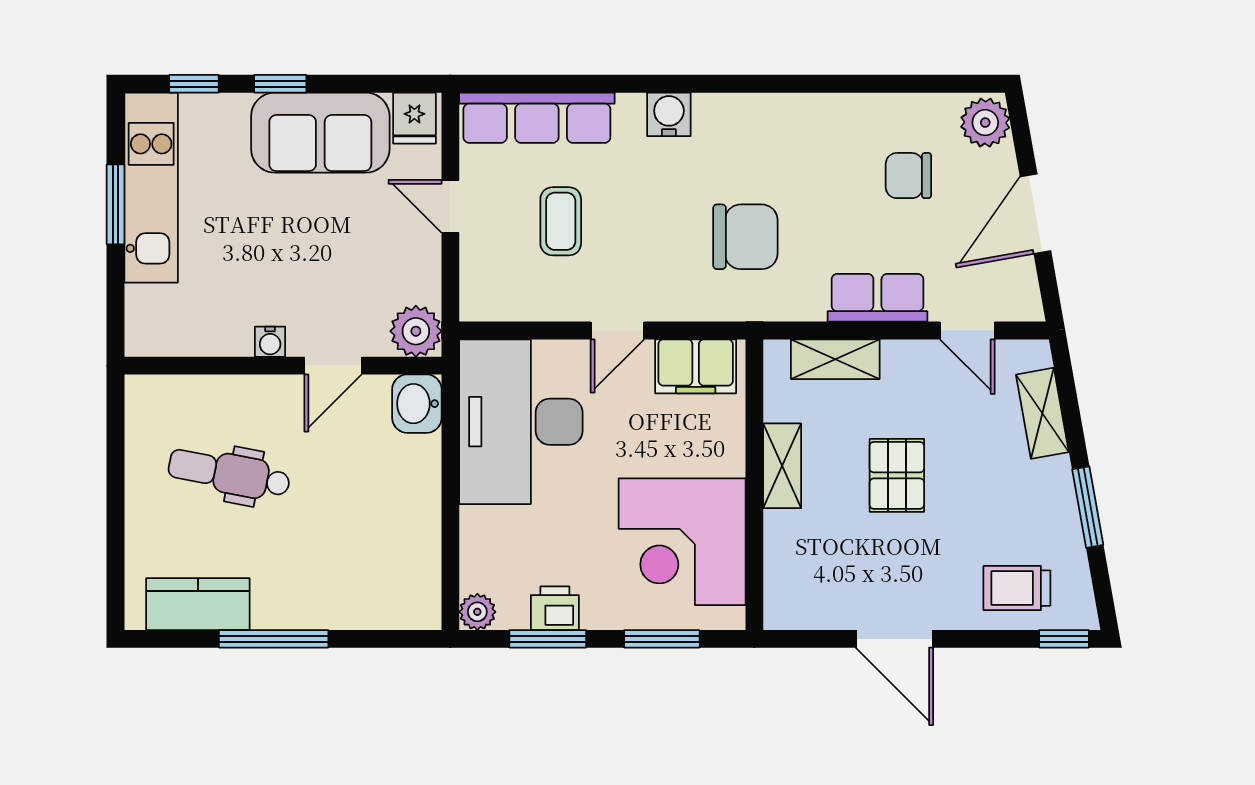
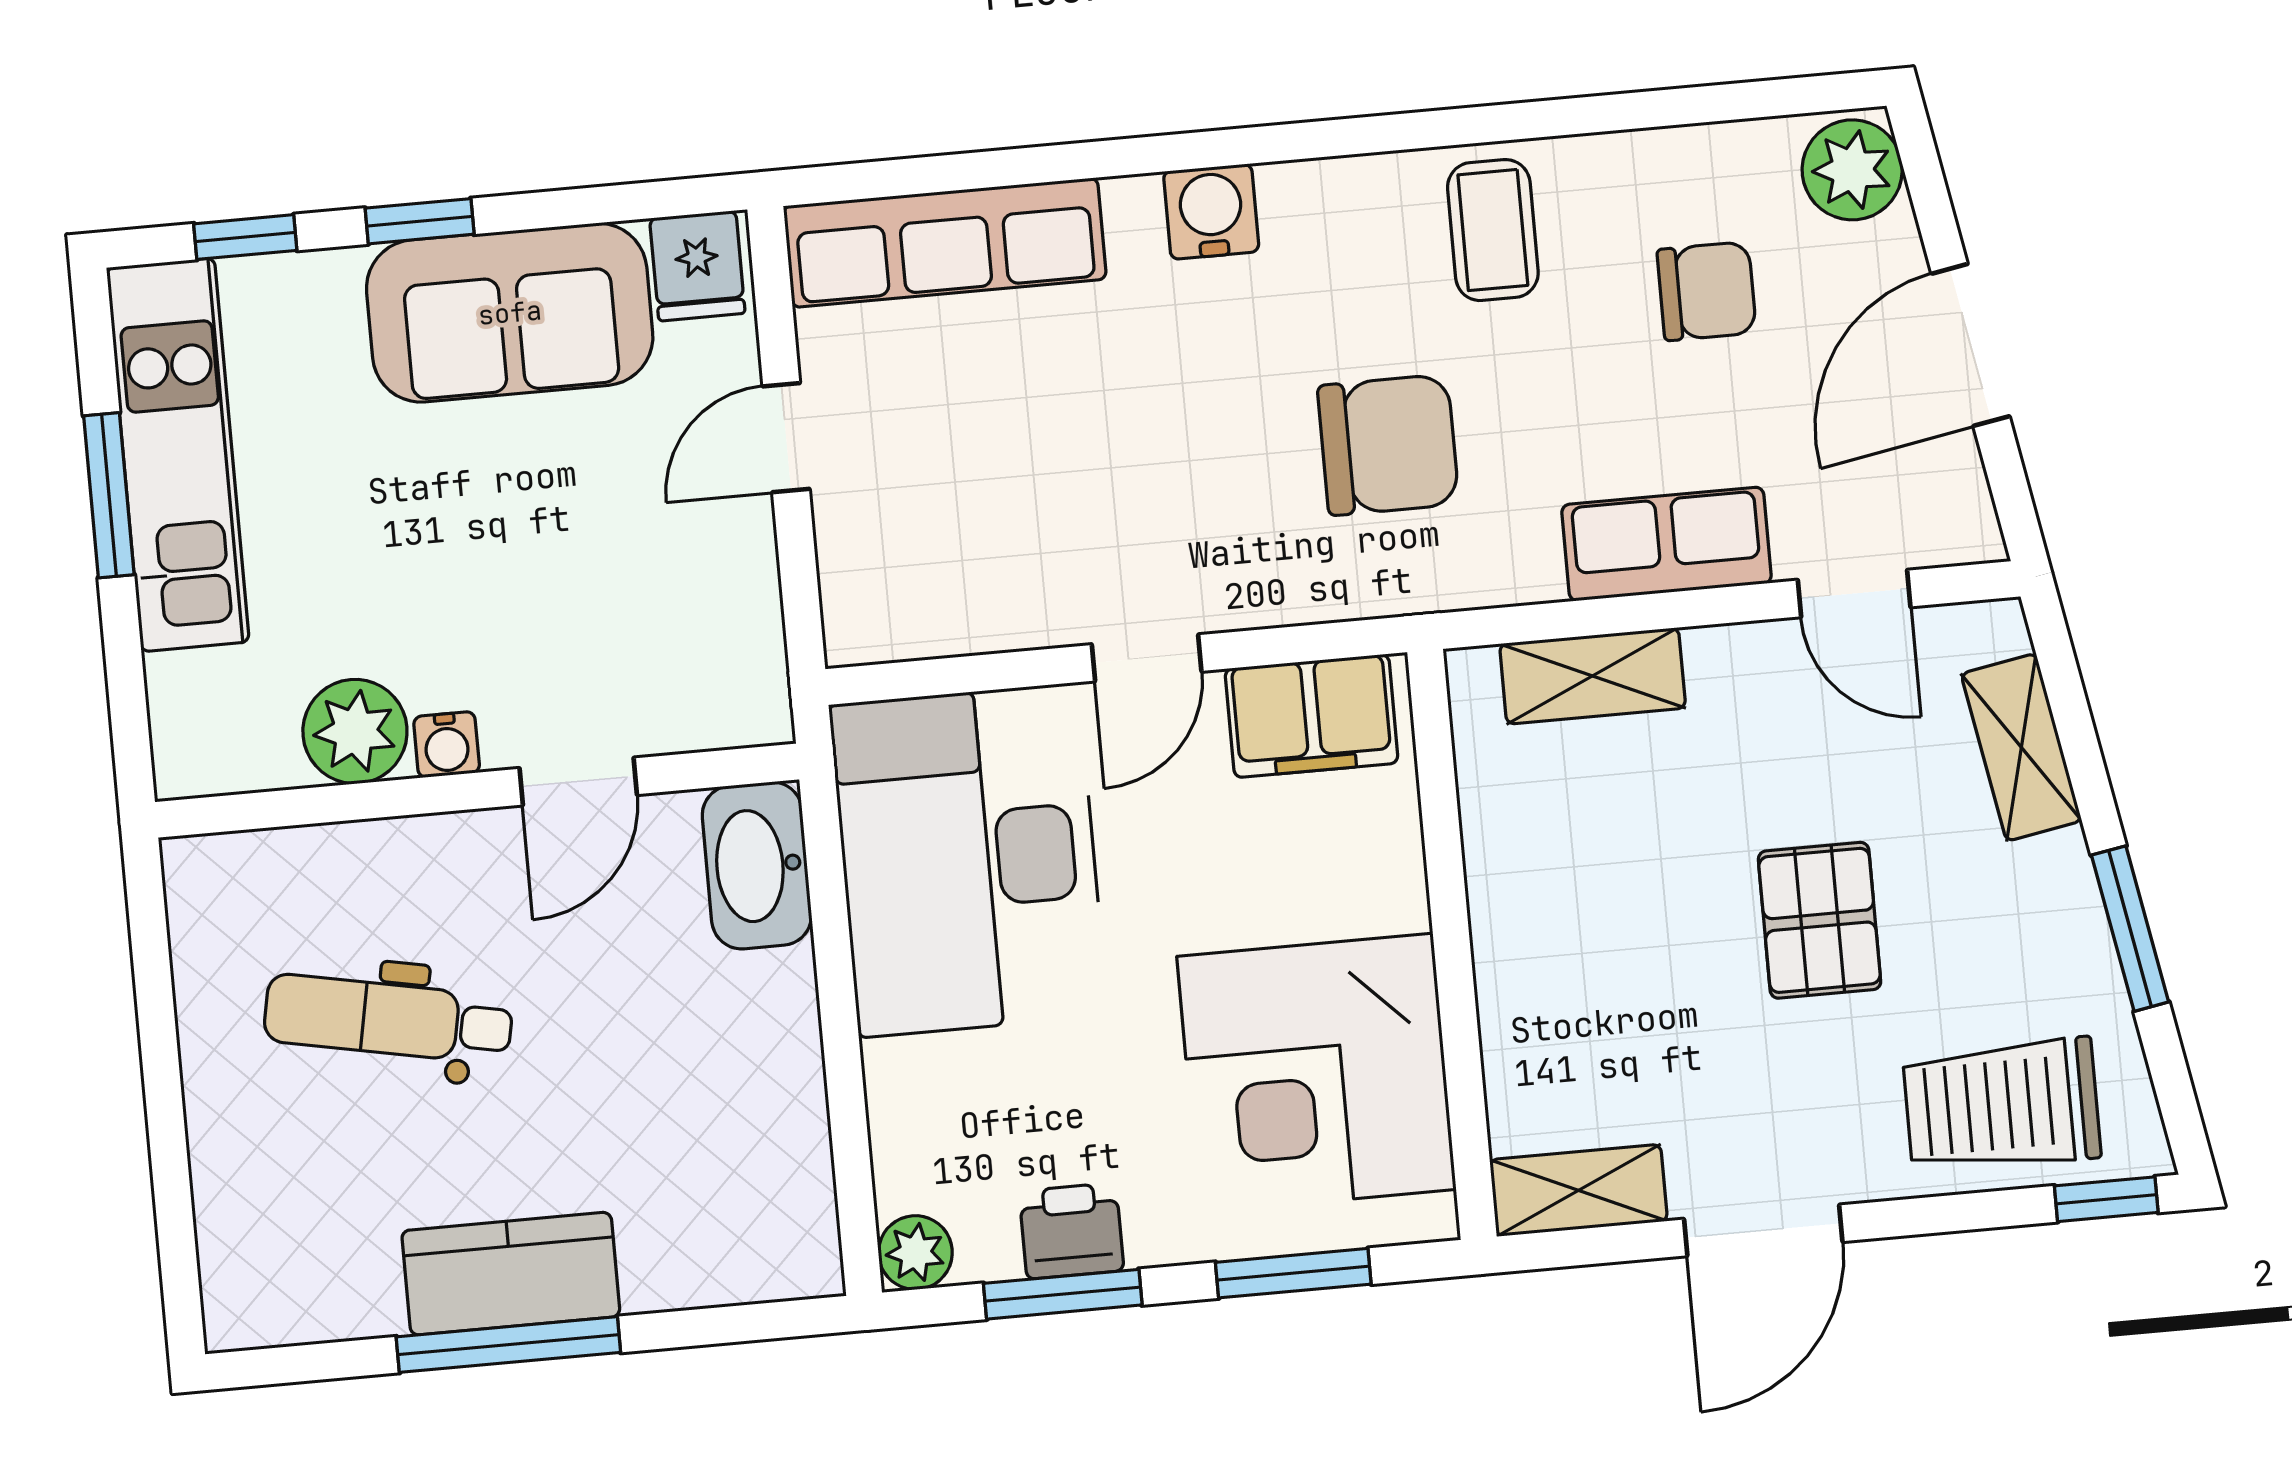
chair: (908, 176) -> (1707, 291), turned 180
door: (450, 206) -> (786, 438), hinge flipped
coffee table: (561, 221) -> (1493, 230), moved
plant: (416, 331) -> (355, 732), moved
washbasin: (417, 404) -> (757, 865), width x1.38
shelving: (782, 466) -> (1579, 1190), moved, turned 90
pallet: (897, 475) -> (1820, 920), moved
trolley: (1017, 588) -> (2002, 1105), width x1.36, depth x1.39
kitchen counter: (198, 604) -> (511, 1274), moved
door: (894, 639) -> (1763, 1230), hinge flipped

